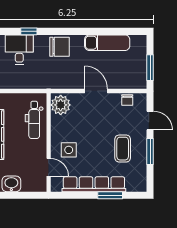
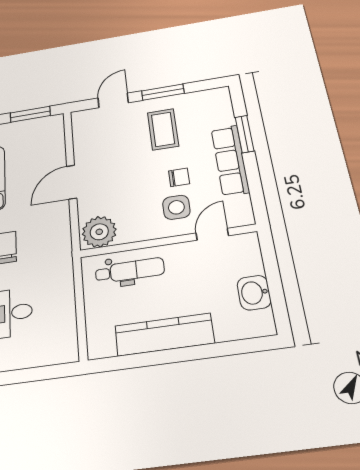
chair: (127, 100) -> (179, 177), moved
coffee table: (123, 149) -> (163, 129), turned 90
row of seats: (94, 184) -> (230, 160), width x0.73

